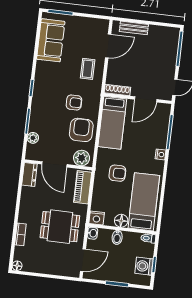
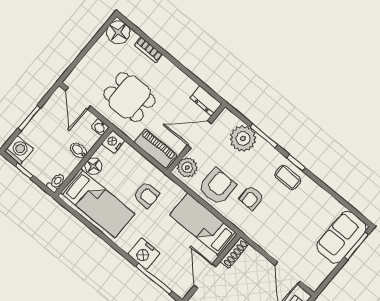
sofa: (51, 40) -> (341, 237), moved, turned 90
coffee table: (88, 69) -> (288, 177), moved
armchair: (81, 130) -> (217, 187), turned -90
plant: (33, 138) -> (243, 138), width x1.87, depth x1.87
nightstand: (161, 154) -> (144, 254), width x1.89, depth x1.79
armchair: (117, 173) -> (146, 195), turned -90
dining table: (60, 227) -> (129, 97), turned 90
floor lamp: (17, 266) -> (118, 32), width x1.89, depth x1.89
washing machine: (144, 266) -> (19, 150), moved

